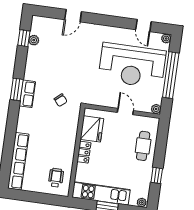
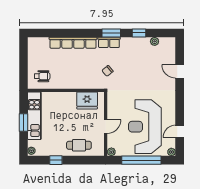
window: (24, 38) -> (139, 33), moved
locker: (84, 152) -> (67, 97), removed
row of seats: (18, 161) -> (73, 43), moved

